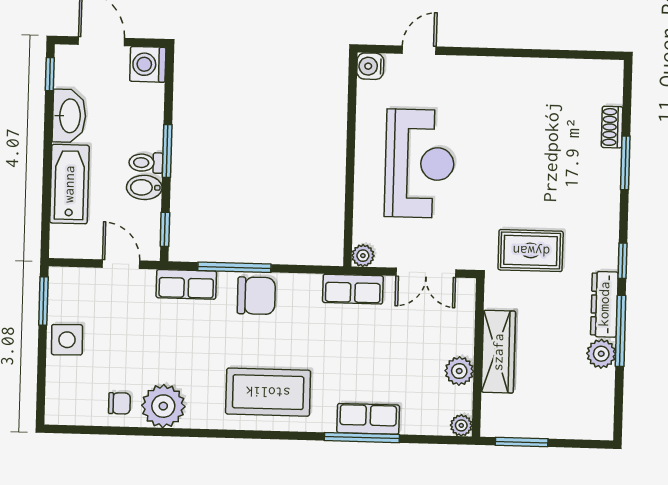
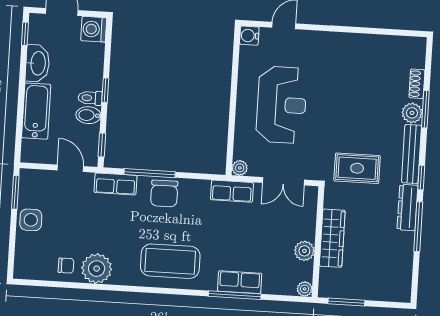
window: (167, 151) -> (105, 90), width x0.67
bench: (608, 228) -> (411, 154), added
chair: (256, 296) -> (164, 193), turned 90
plant: (601, 354) -> (412, 113), moved

